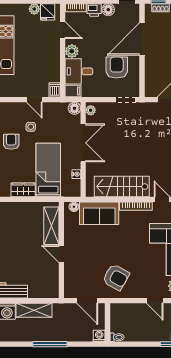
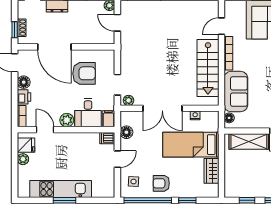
door: (63, 30) -> (45, 130), hinge flipped
armchair: (117, 68) -> (84, 73), turned 180
doorway: (126, 100) -> (117, 85), moved
floor lamp: (74, 108) -> (126, 132), moved
side table: (31, 127) -> (134, 182), moved
double door: (83, 143) -> (162, 108), swing flipped

